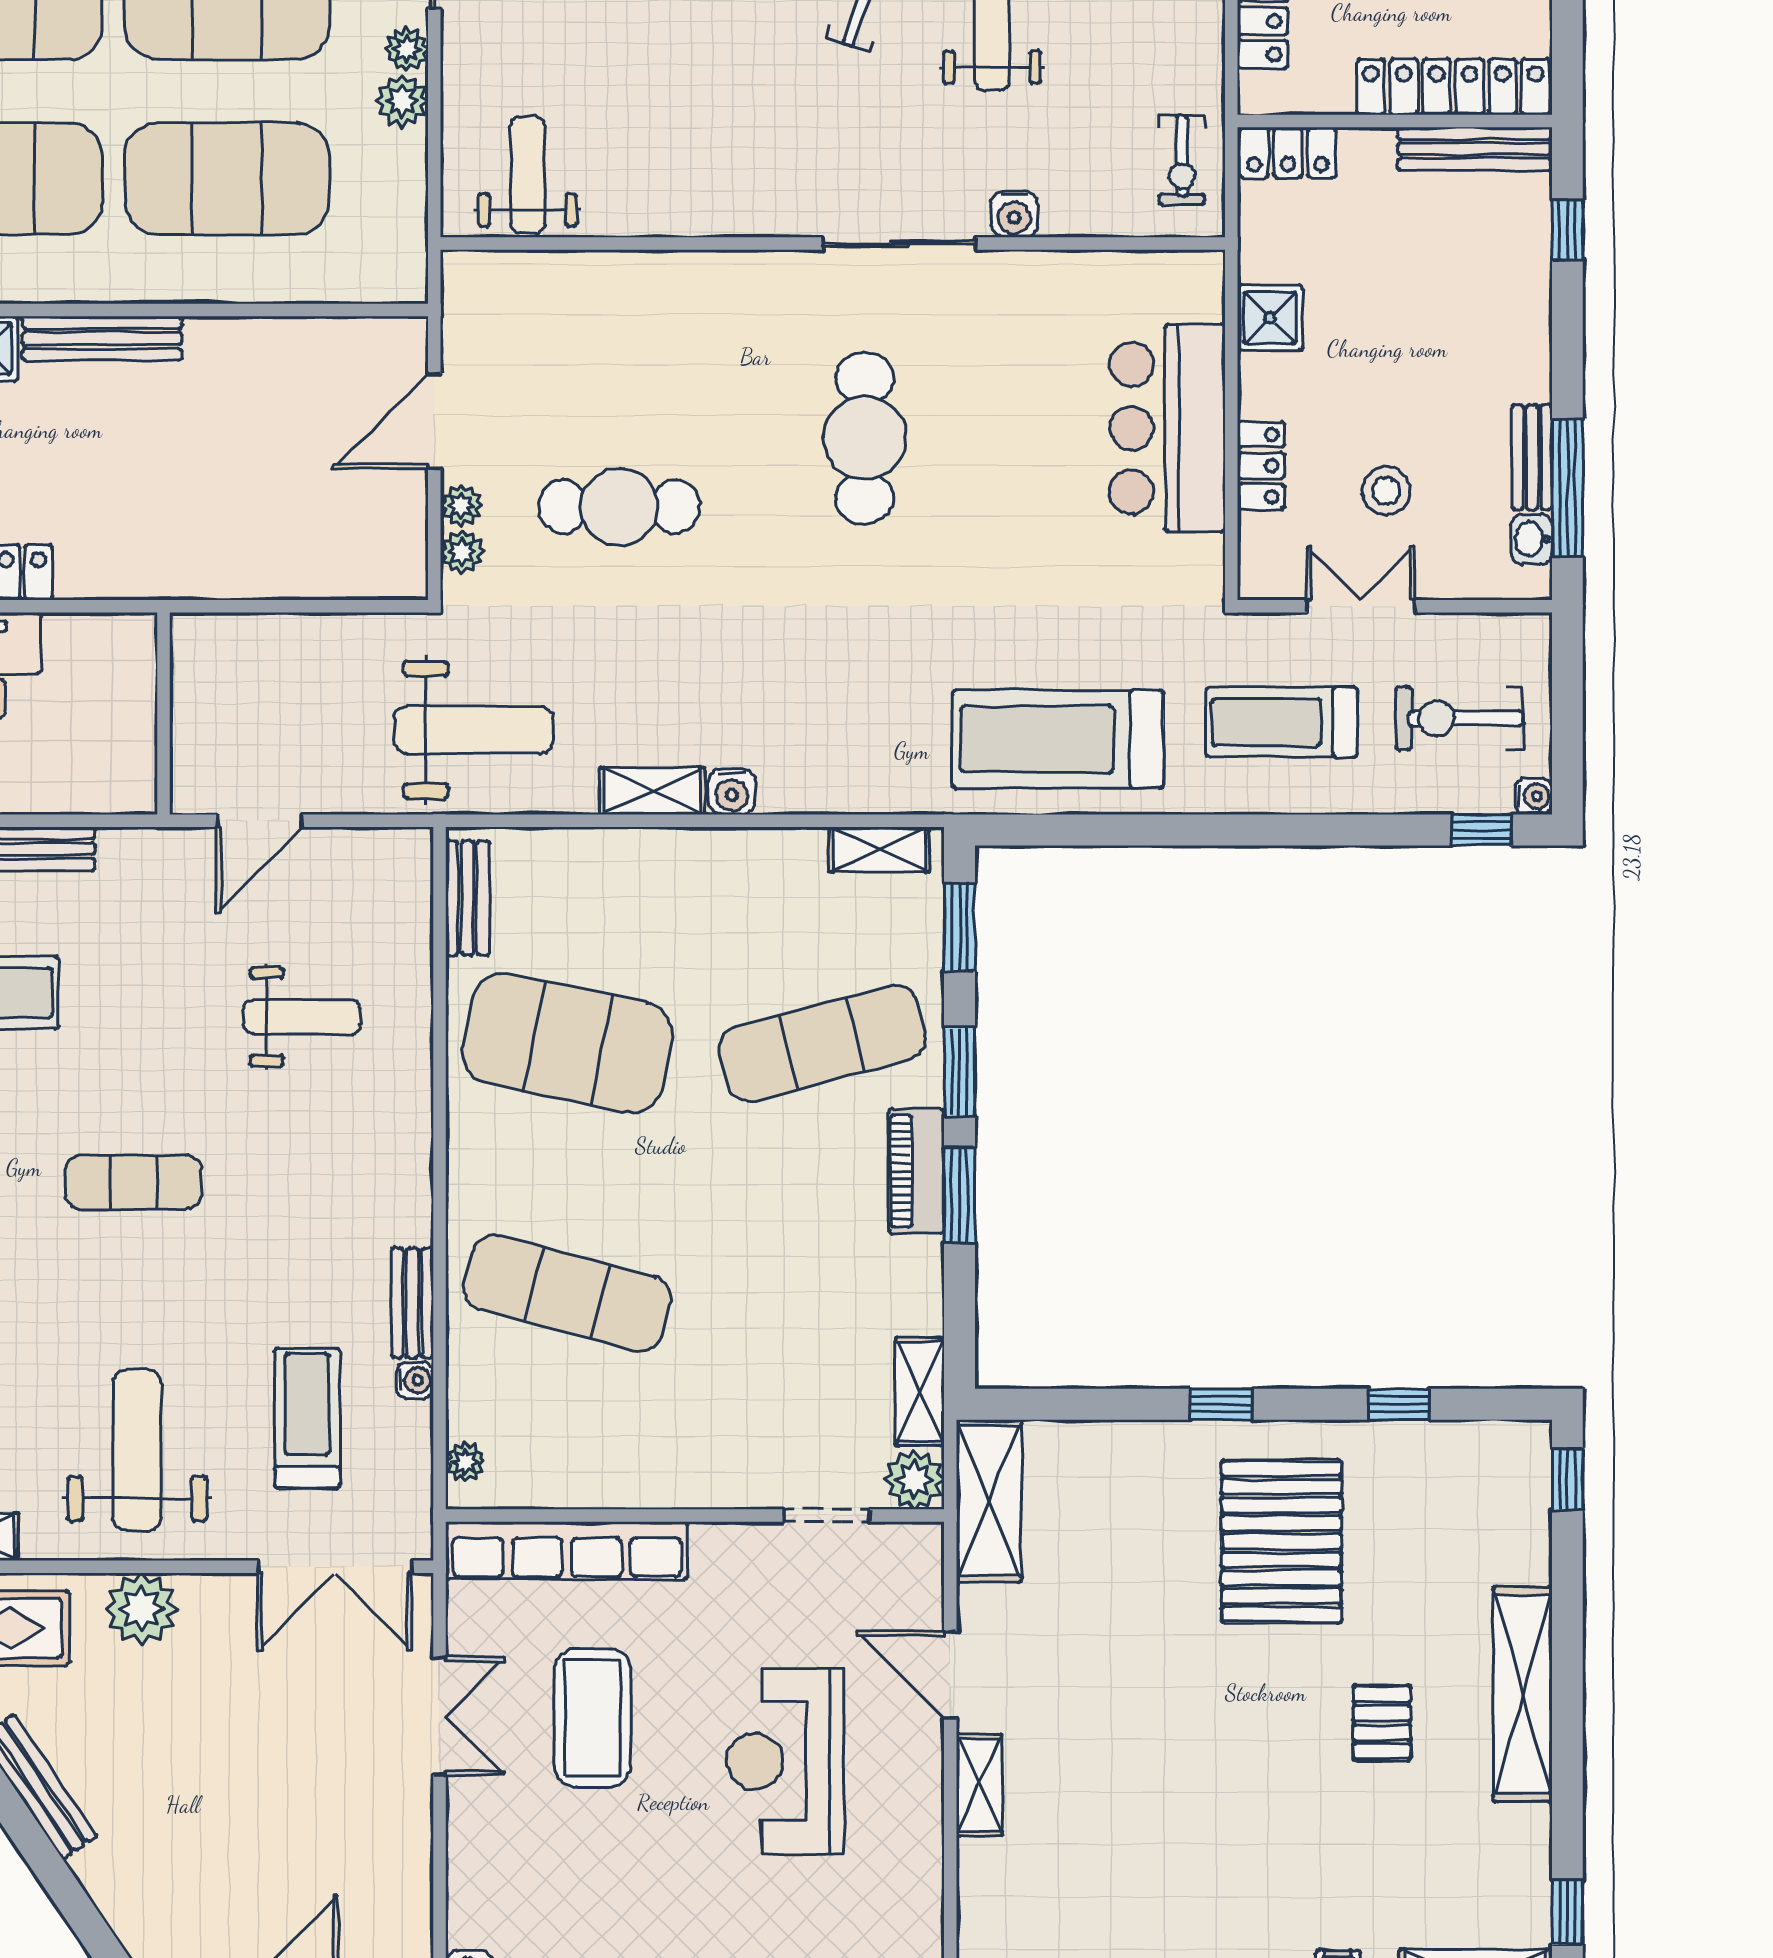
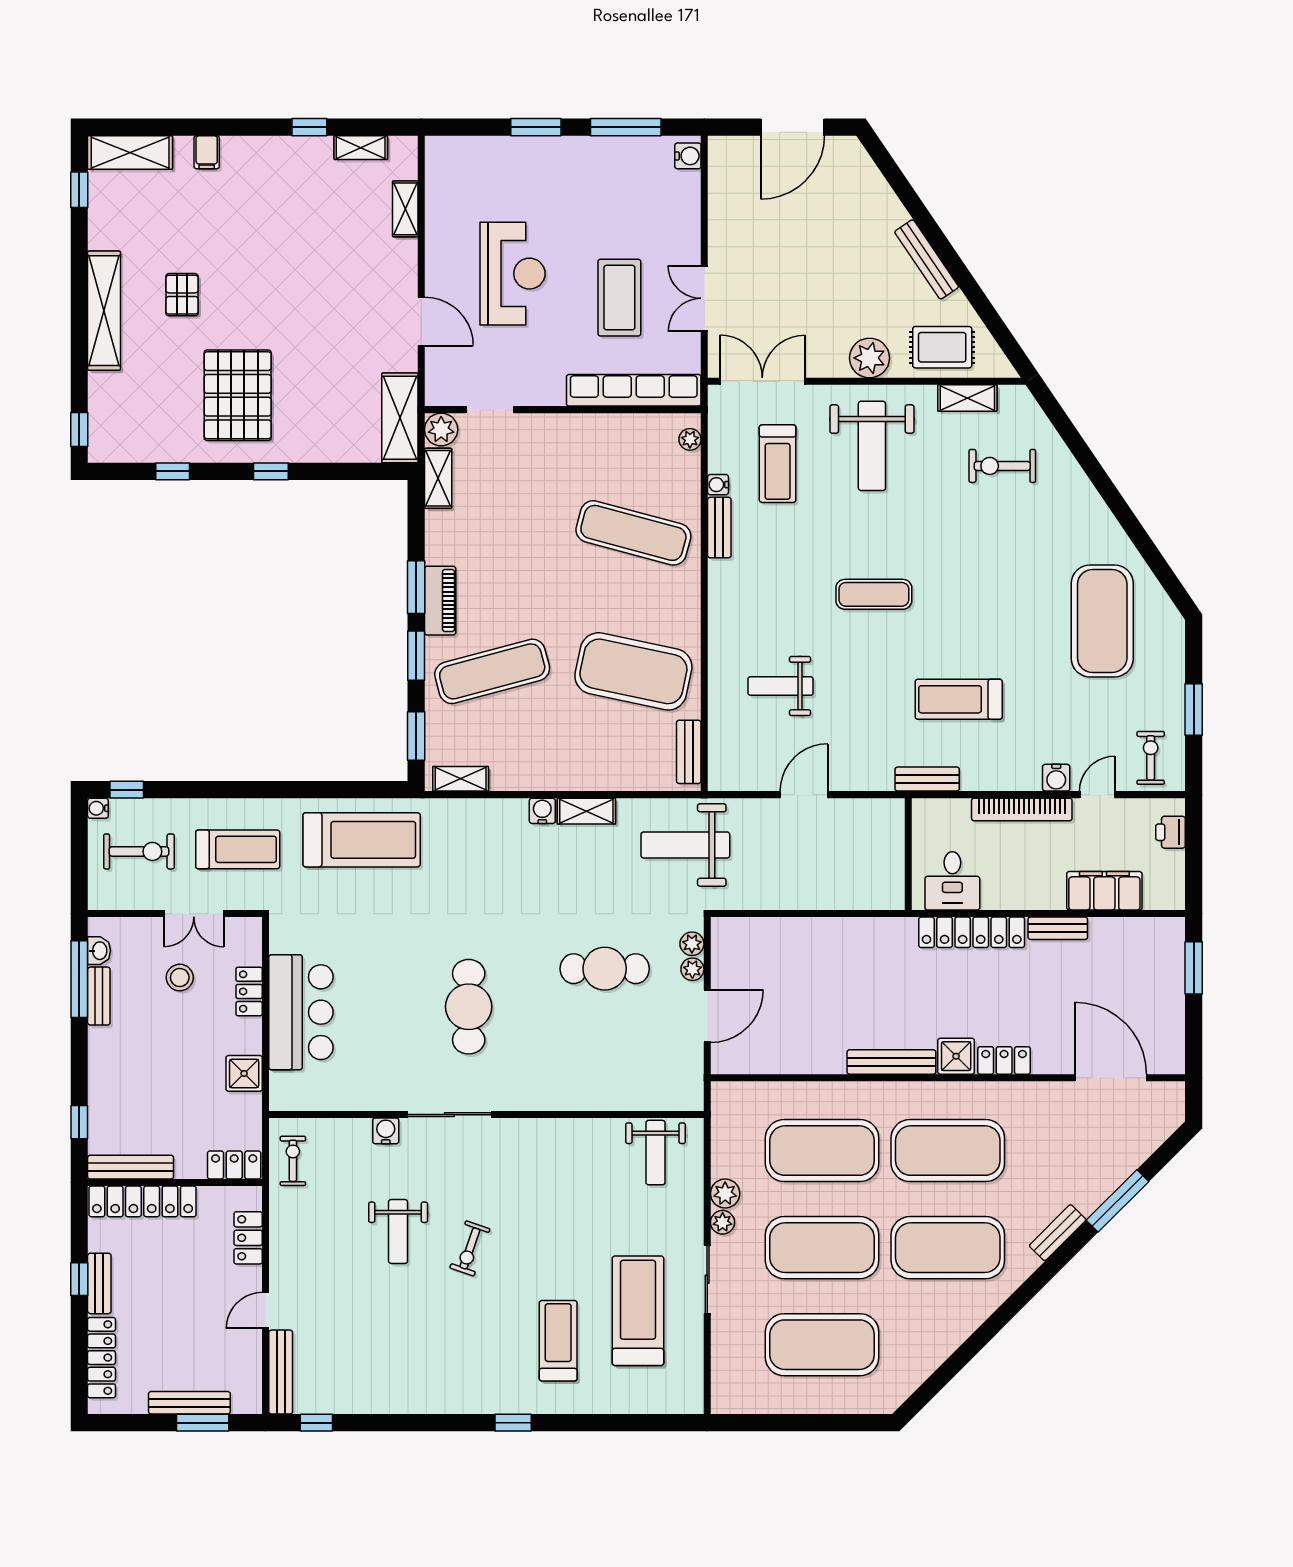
wall: (164, 714) -> (908, 854), moved
shelving: (979, 1785) -> (405, 209), moved

